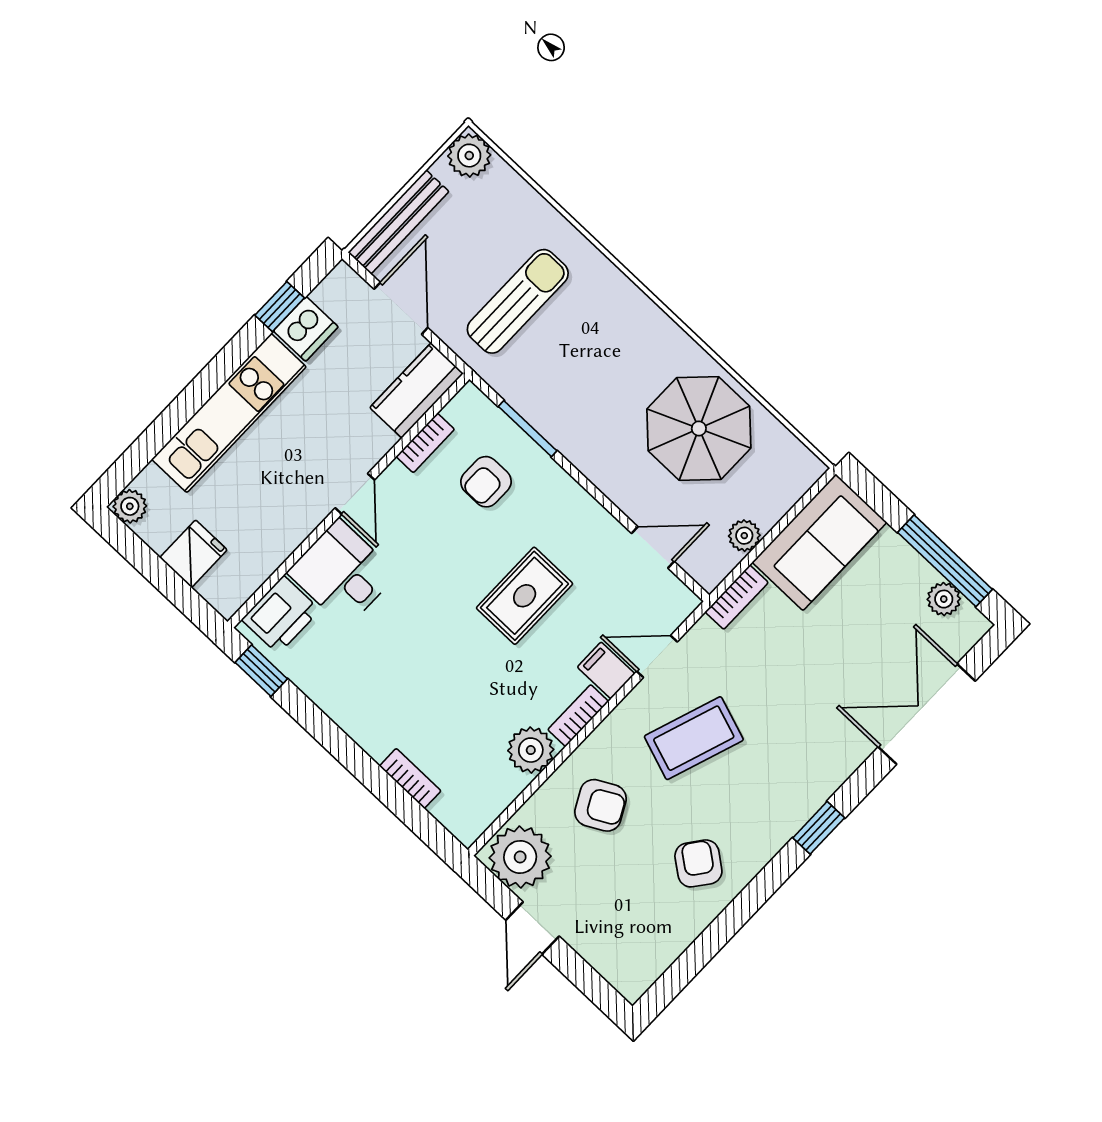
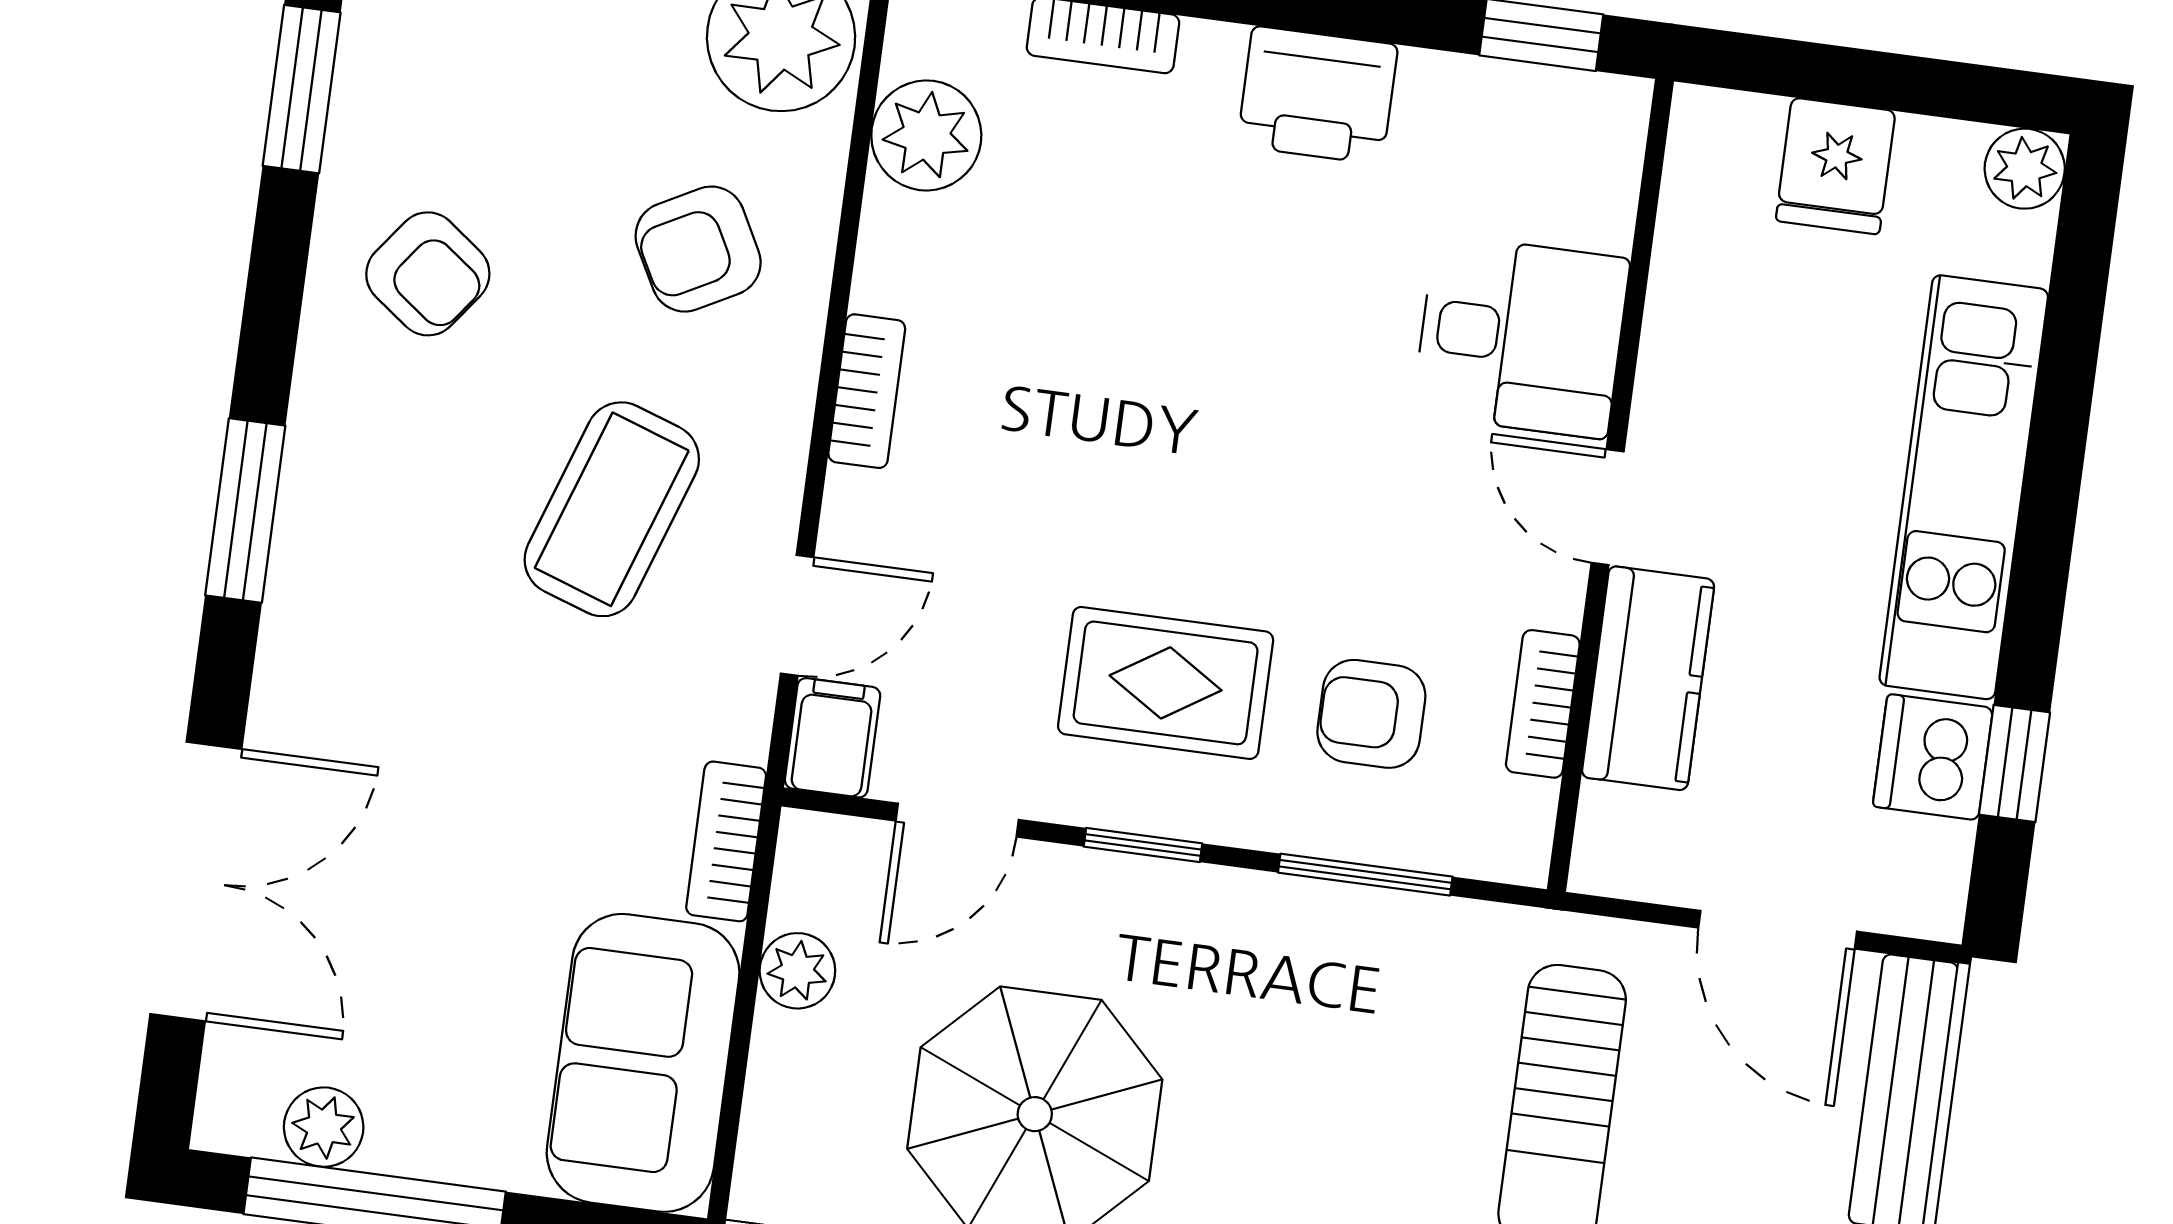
kitchen counter: (417, 390) -> (1648, 678), moved
armchair: (486, 482) -> (1371, 714), turned -90
window: (596, 493) -> (1143, 845), added
rug: (525, 596) -> (1166, 683), moved, turned 90
printer: (281, 615) -> (1317, 95), moved, turned -90
filing cabinet: (606, 670) -> (833, 738), moved, turned -90
plant: (531, 750) -> (926, 135), moved
window: (819, 828) -> (245, 511), width x1.50
window: (696, 957) -> (302, 89), added

